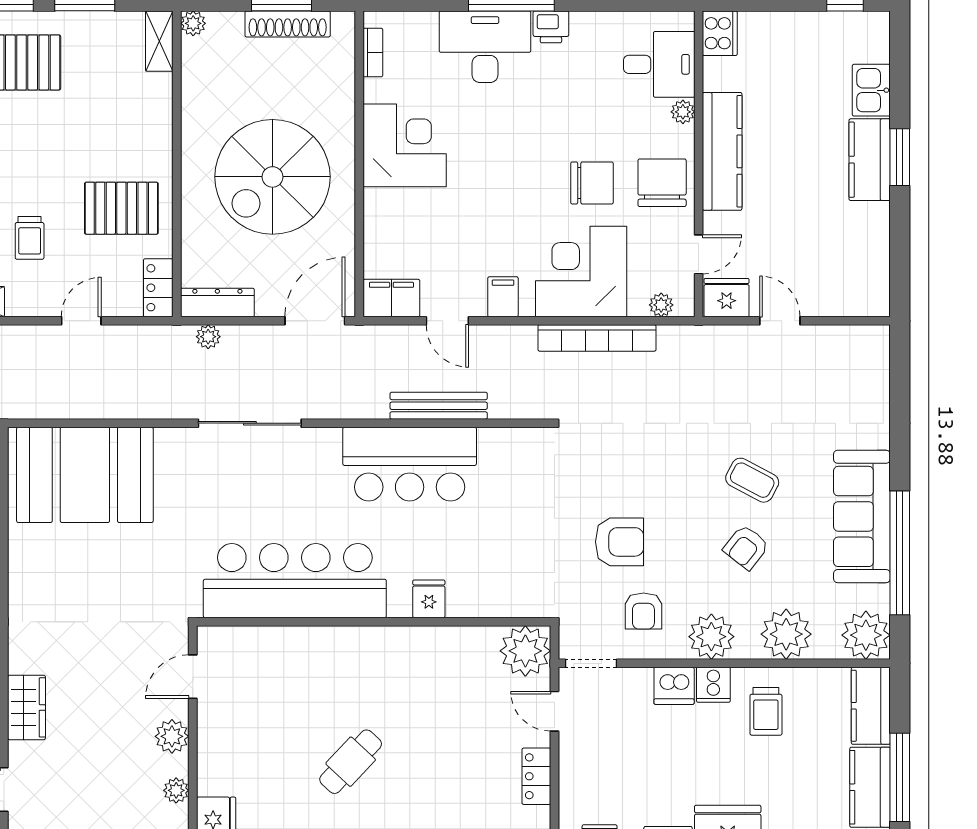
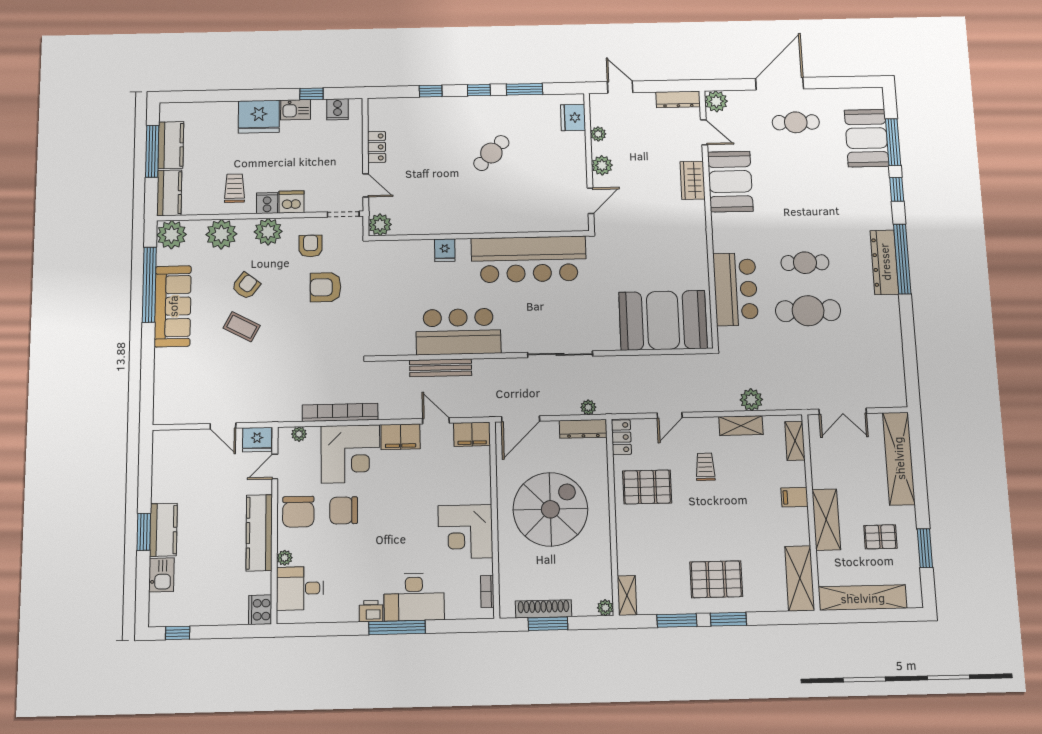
filing cabinet: (503, 297) -> (400, 437), width x2.00
plant: (525, 651) -> (380, 225), width x0.73, depth x0.73

